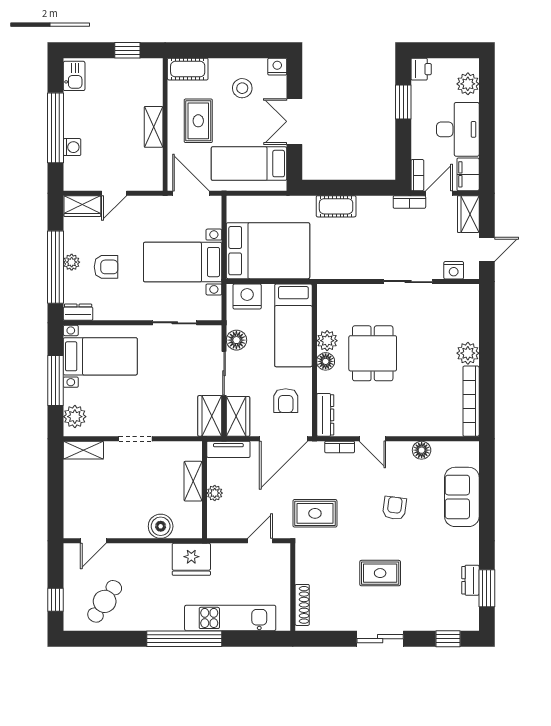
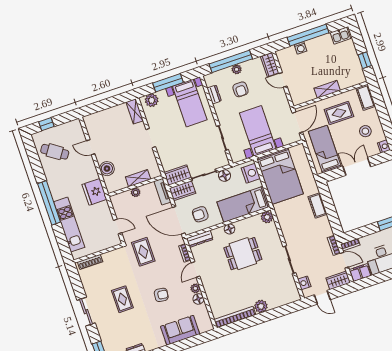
dresser: (78, 312) -> (214, 94), moved
plant: (327, 341) -> (267, 217), moved
plant: (403, 449) -> (195, 288), added
door: (93, 541) -> (91, 147), moved

